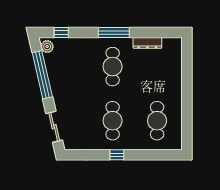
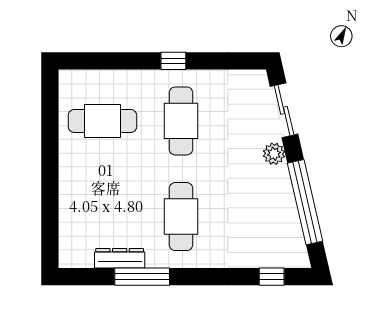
window: (114, 33) -> (142, 277), moved
plant: (47, 47) -> (274, 154), moved
cafe table: (157, 121) -> (102, 121), turned 90

